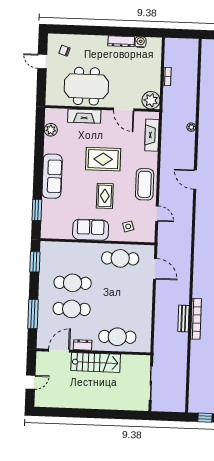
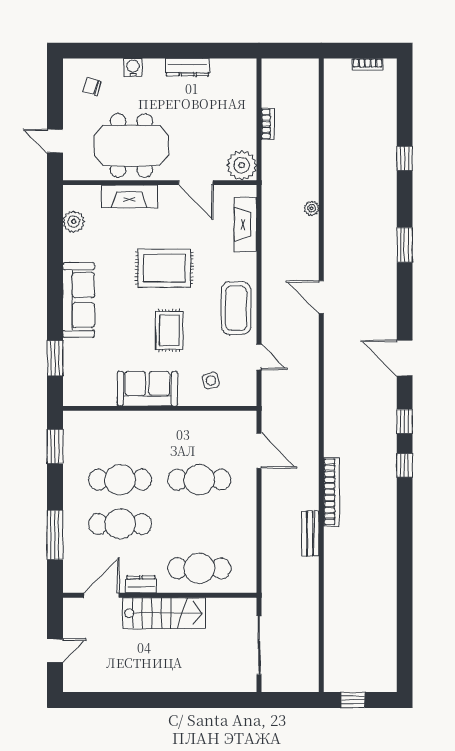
water cooler: (141, 42) -> (133, 67), moved
door: (42, 61) -> (55, 141), moved
cafe table: (120, 258) -> (199, 480), moved
bookcase: (196, 319) -> (331, 492), moved

